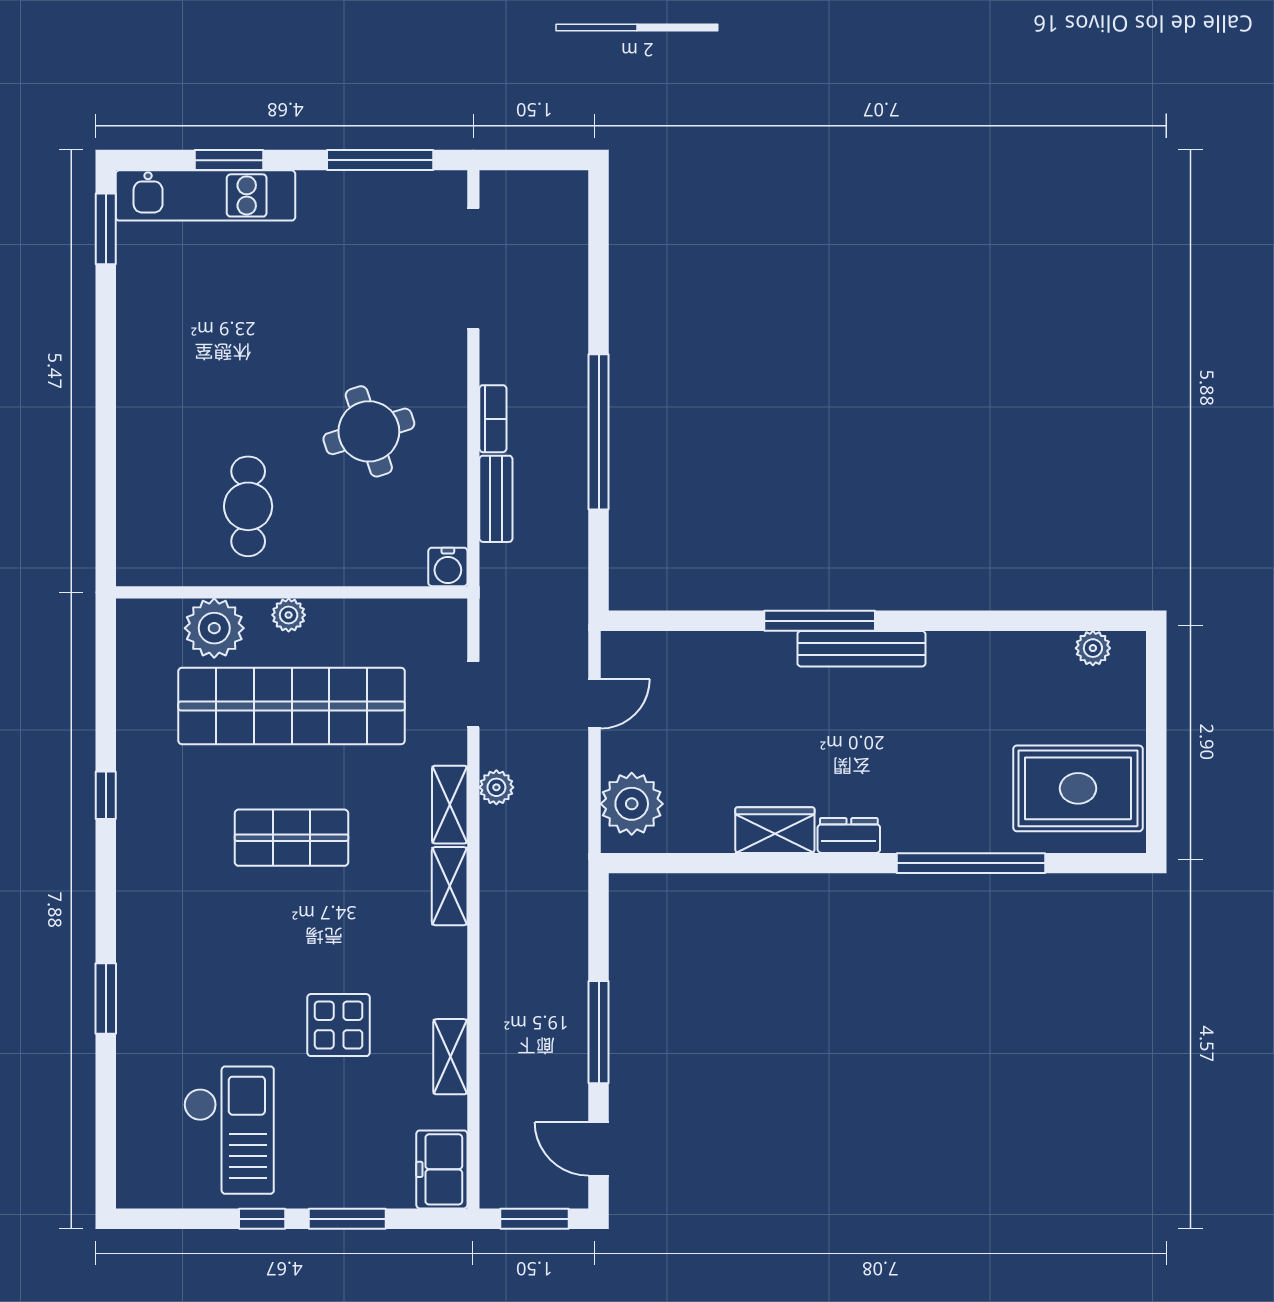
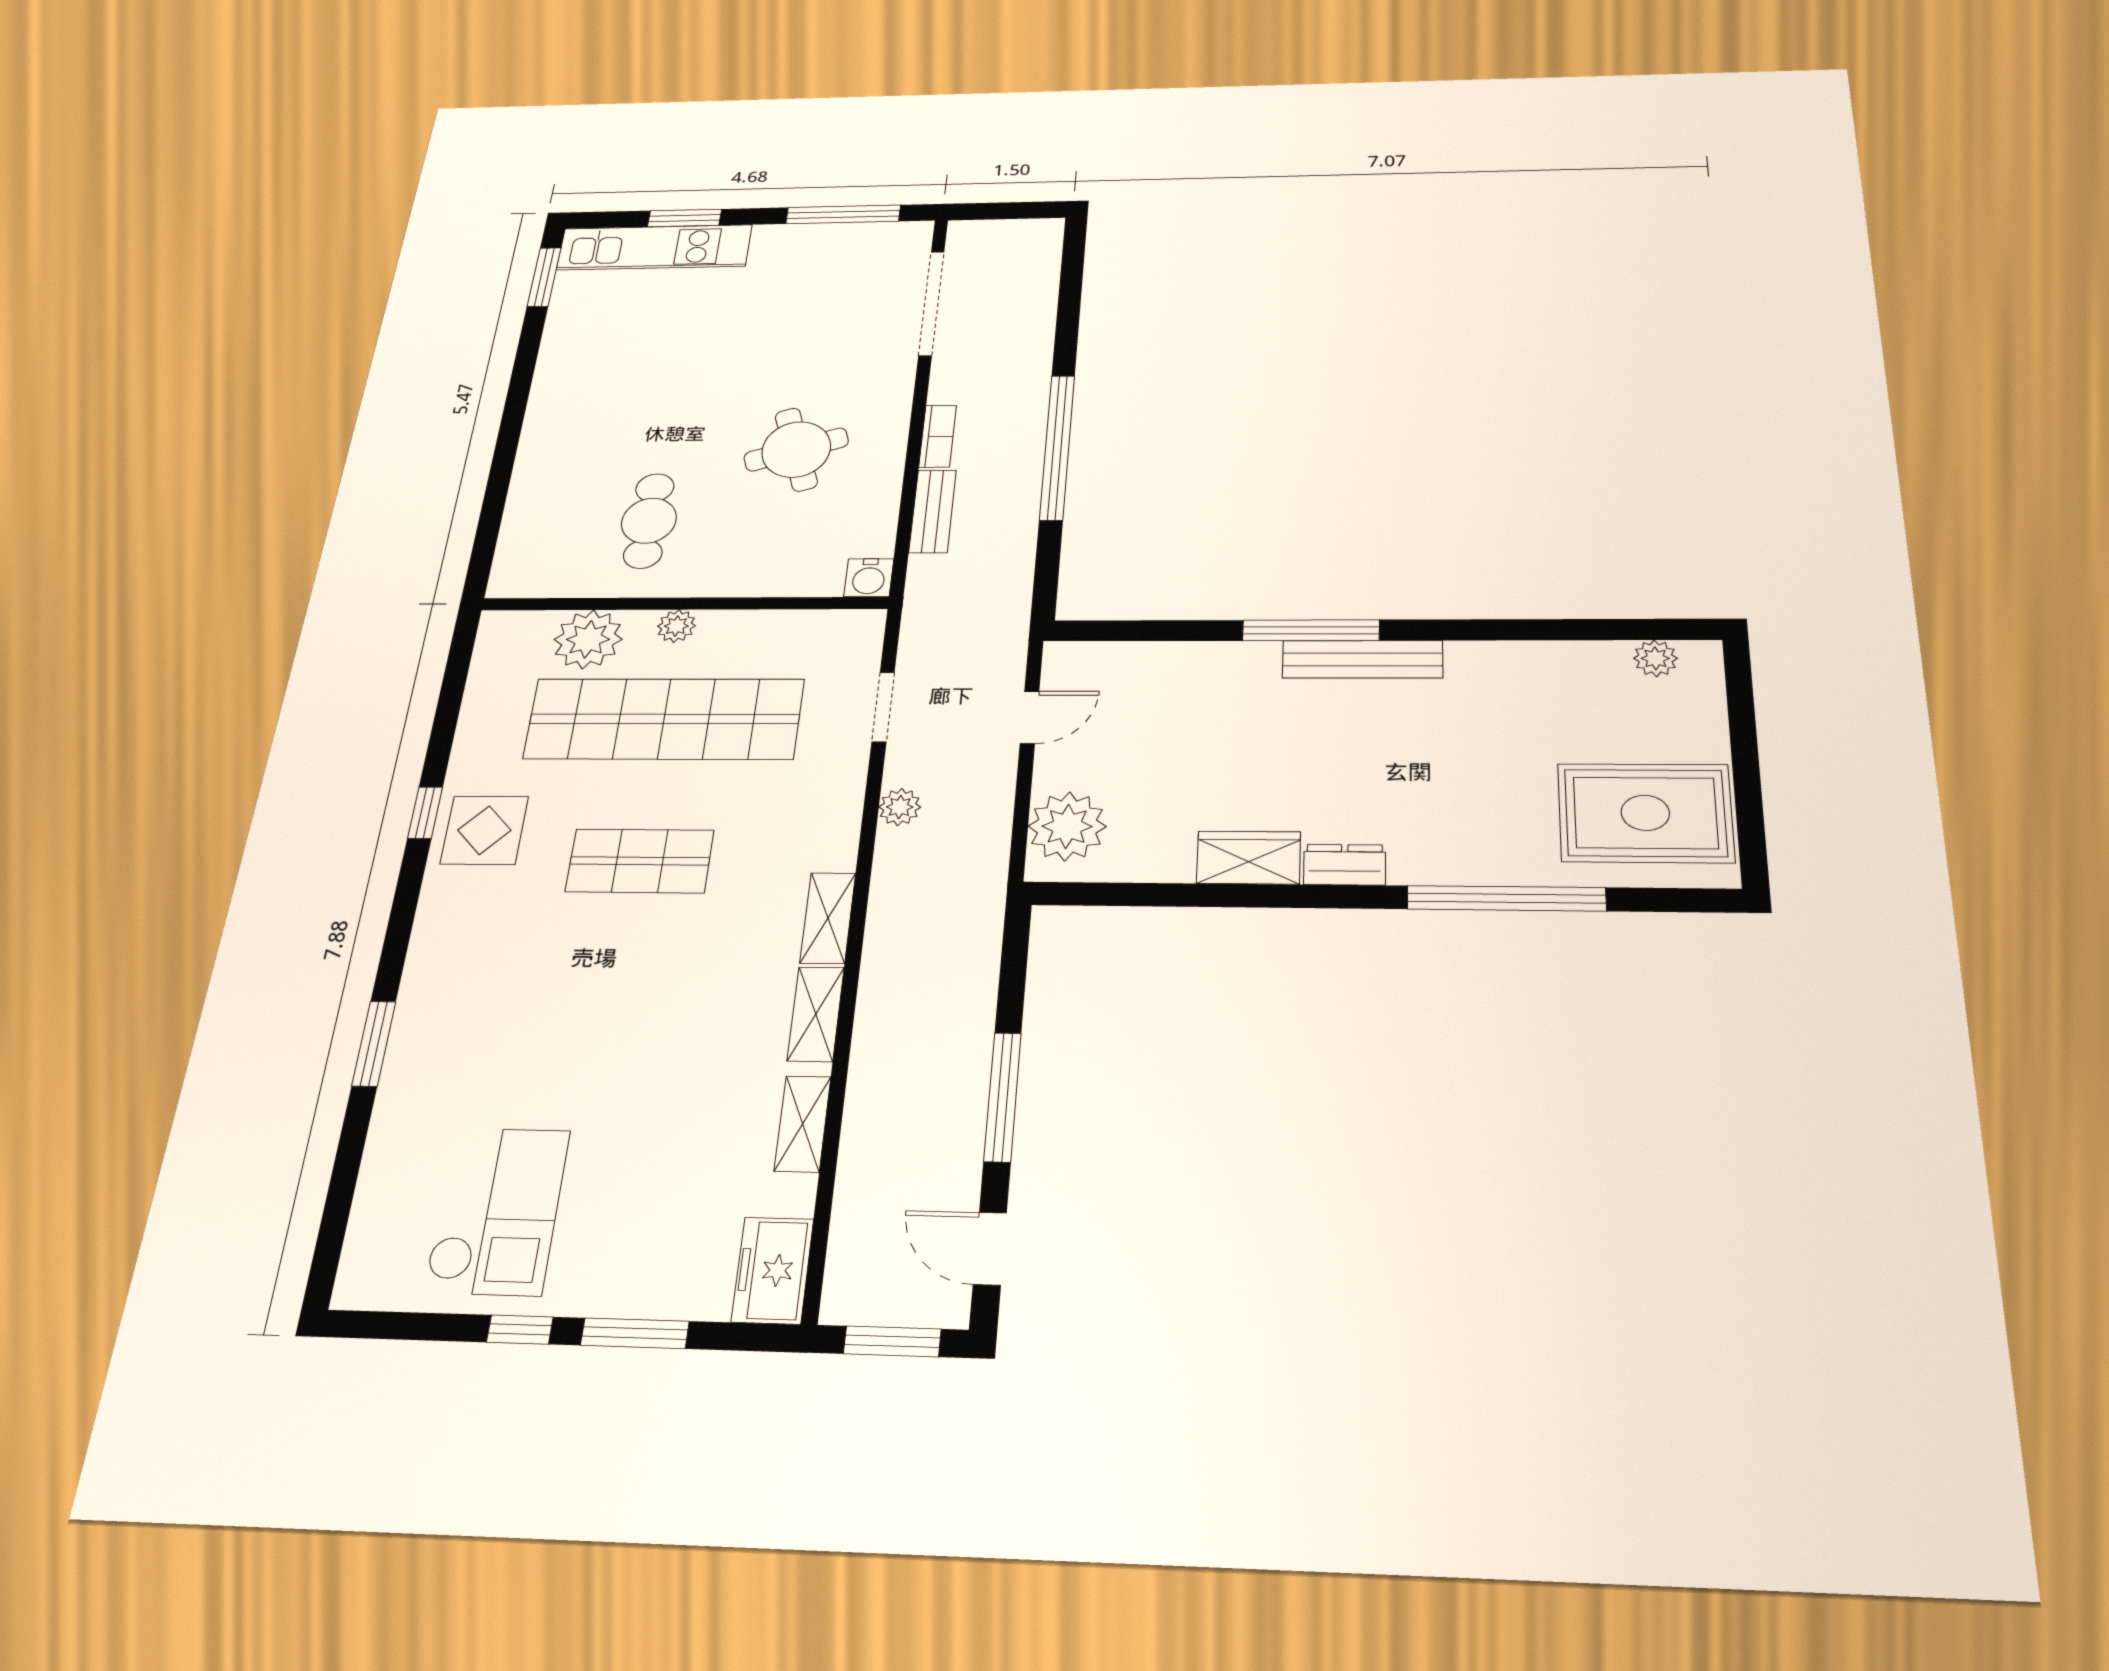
shelving: (450, 805) -> (816, 1014), moved
display table: (339, 1025) -> (484, 830), moved

